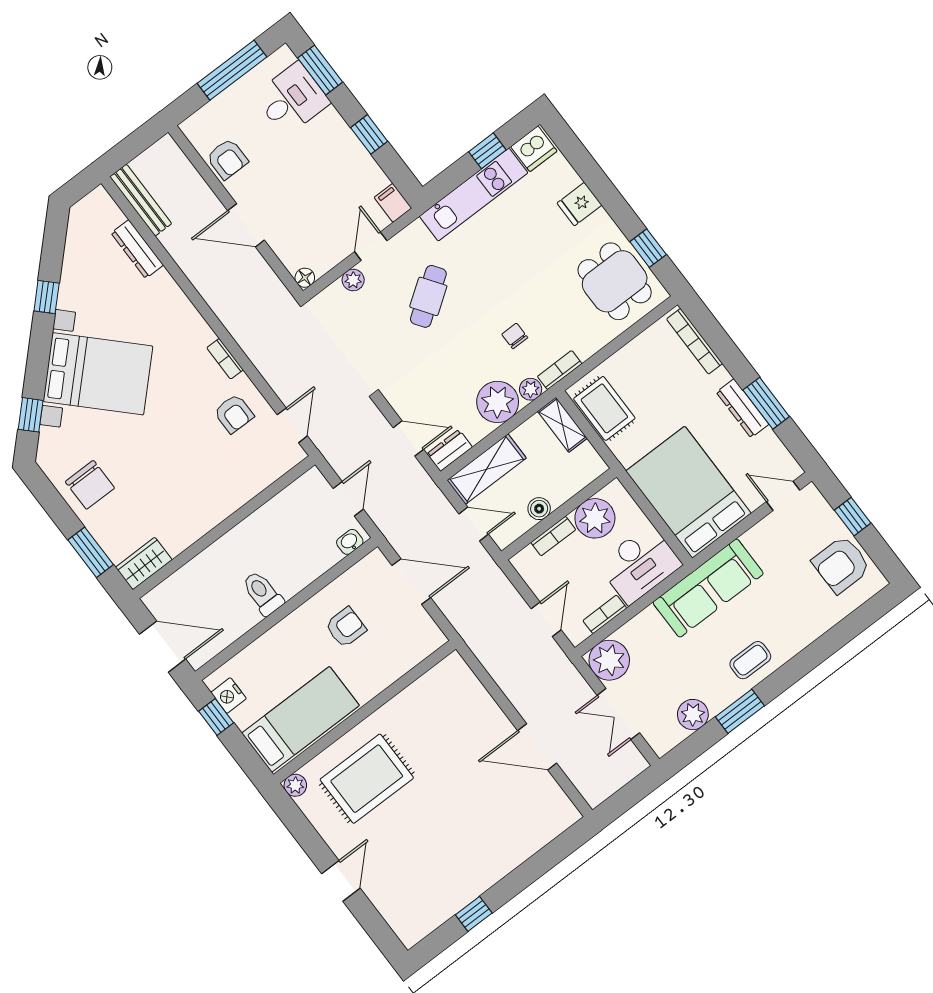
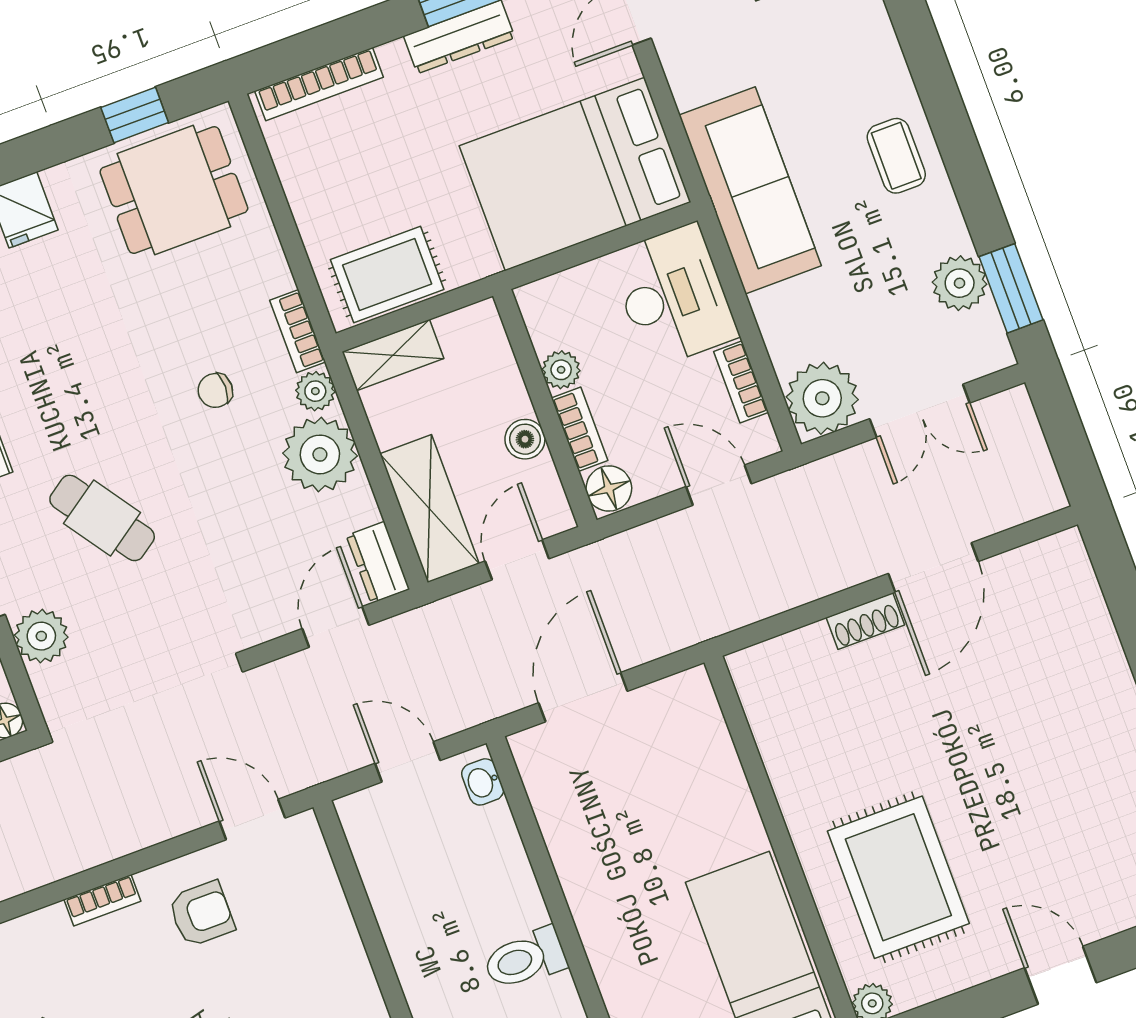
plant: (353, 280) -> (41, 636), width x1.38, depth x1.38
plant: (595, 518) -> (561, 370), width x0.53, depth x0.53
floor lamp: (527, 561) -> (609, 488), added
armchair: (346, 627) -> (627, 834), removed
window: (740, 711) -> (1011, 288), moved
shoe rack: (498, 719) -> (865, 621), added

